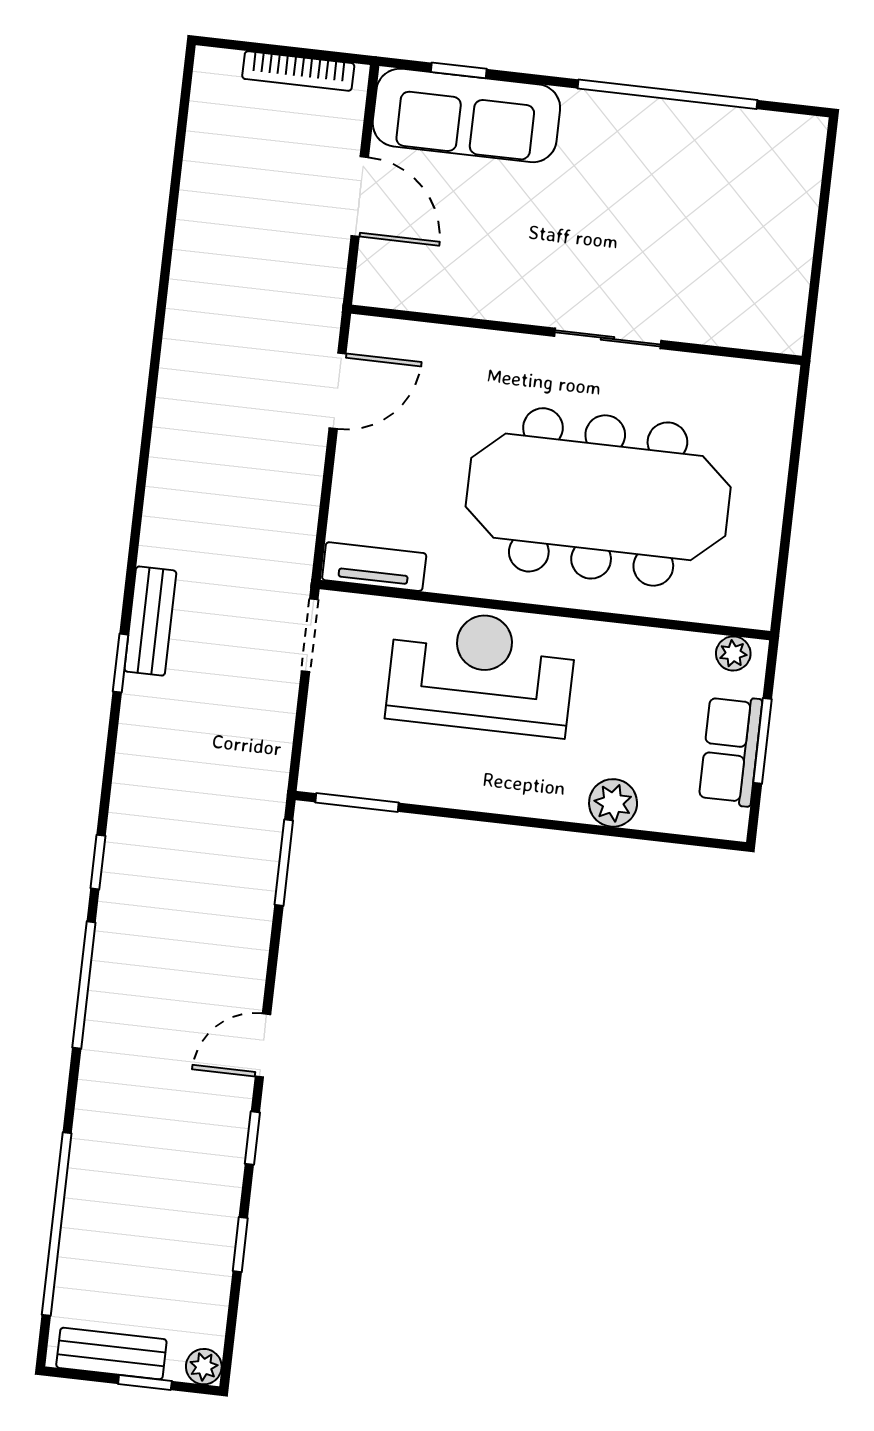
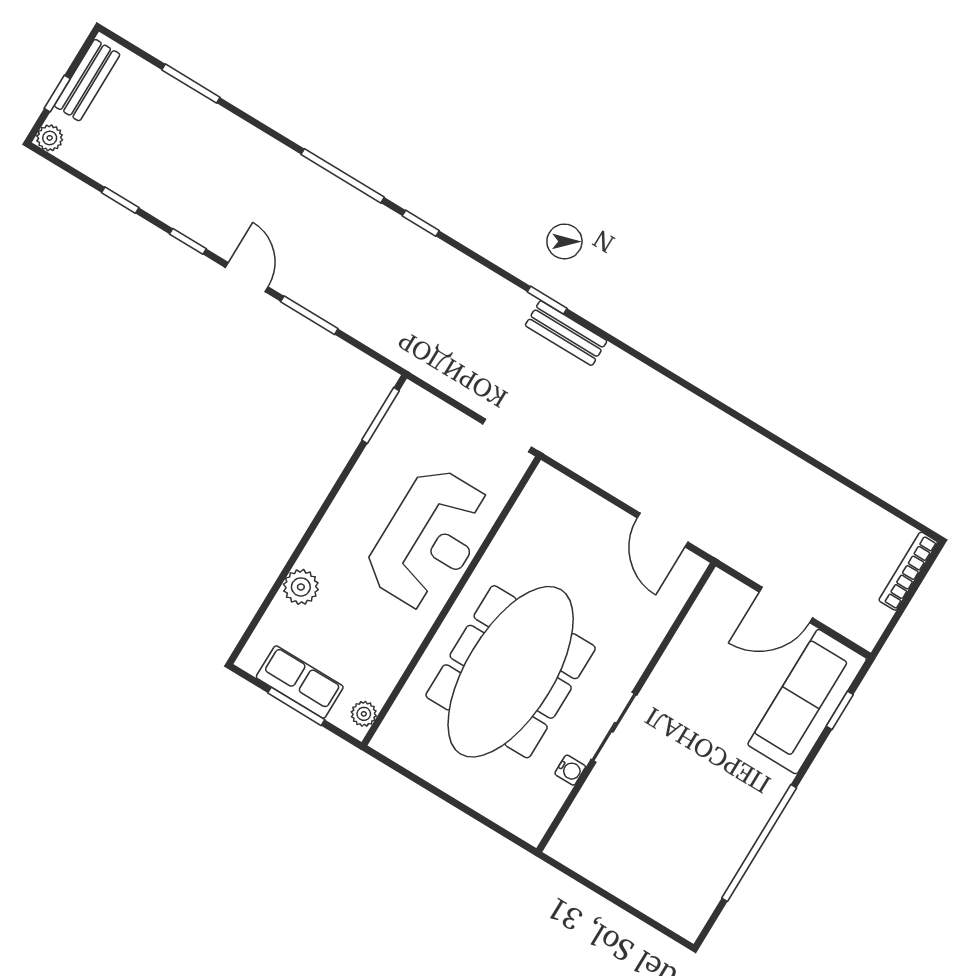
bookcase: (298, 71) -> (908, 571), moved
water cooler: (685, 368) -> (570, 770), added
tv unit: (374, 567) -> (533, 500), removed
window: (284, 863) -> (309, 315), moved
window: (57, 1224) -> (191, 84), width x0.47

